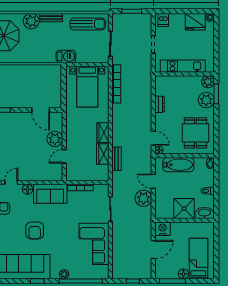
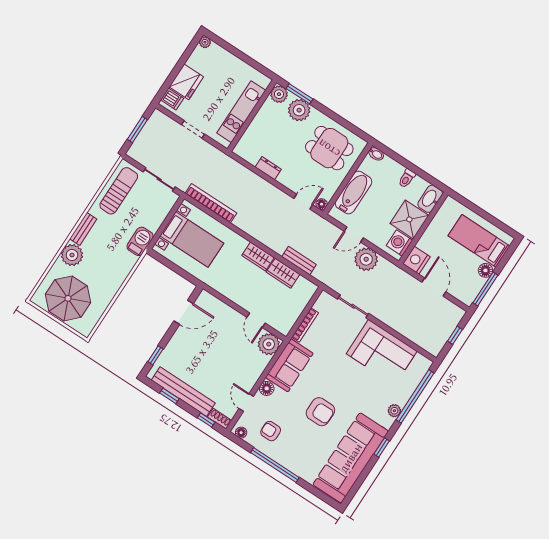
fridge: (195, 22) -> (186, 82), moved
plant: (55, 139) -> (269, 344), moved
washing machine: (166, 212) -> (399, 243), added

